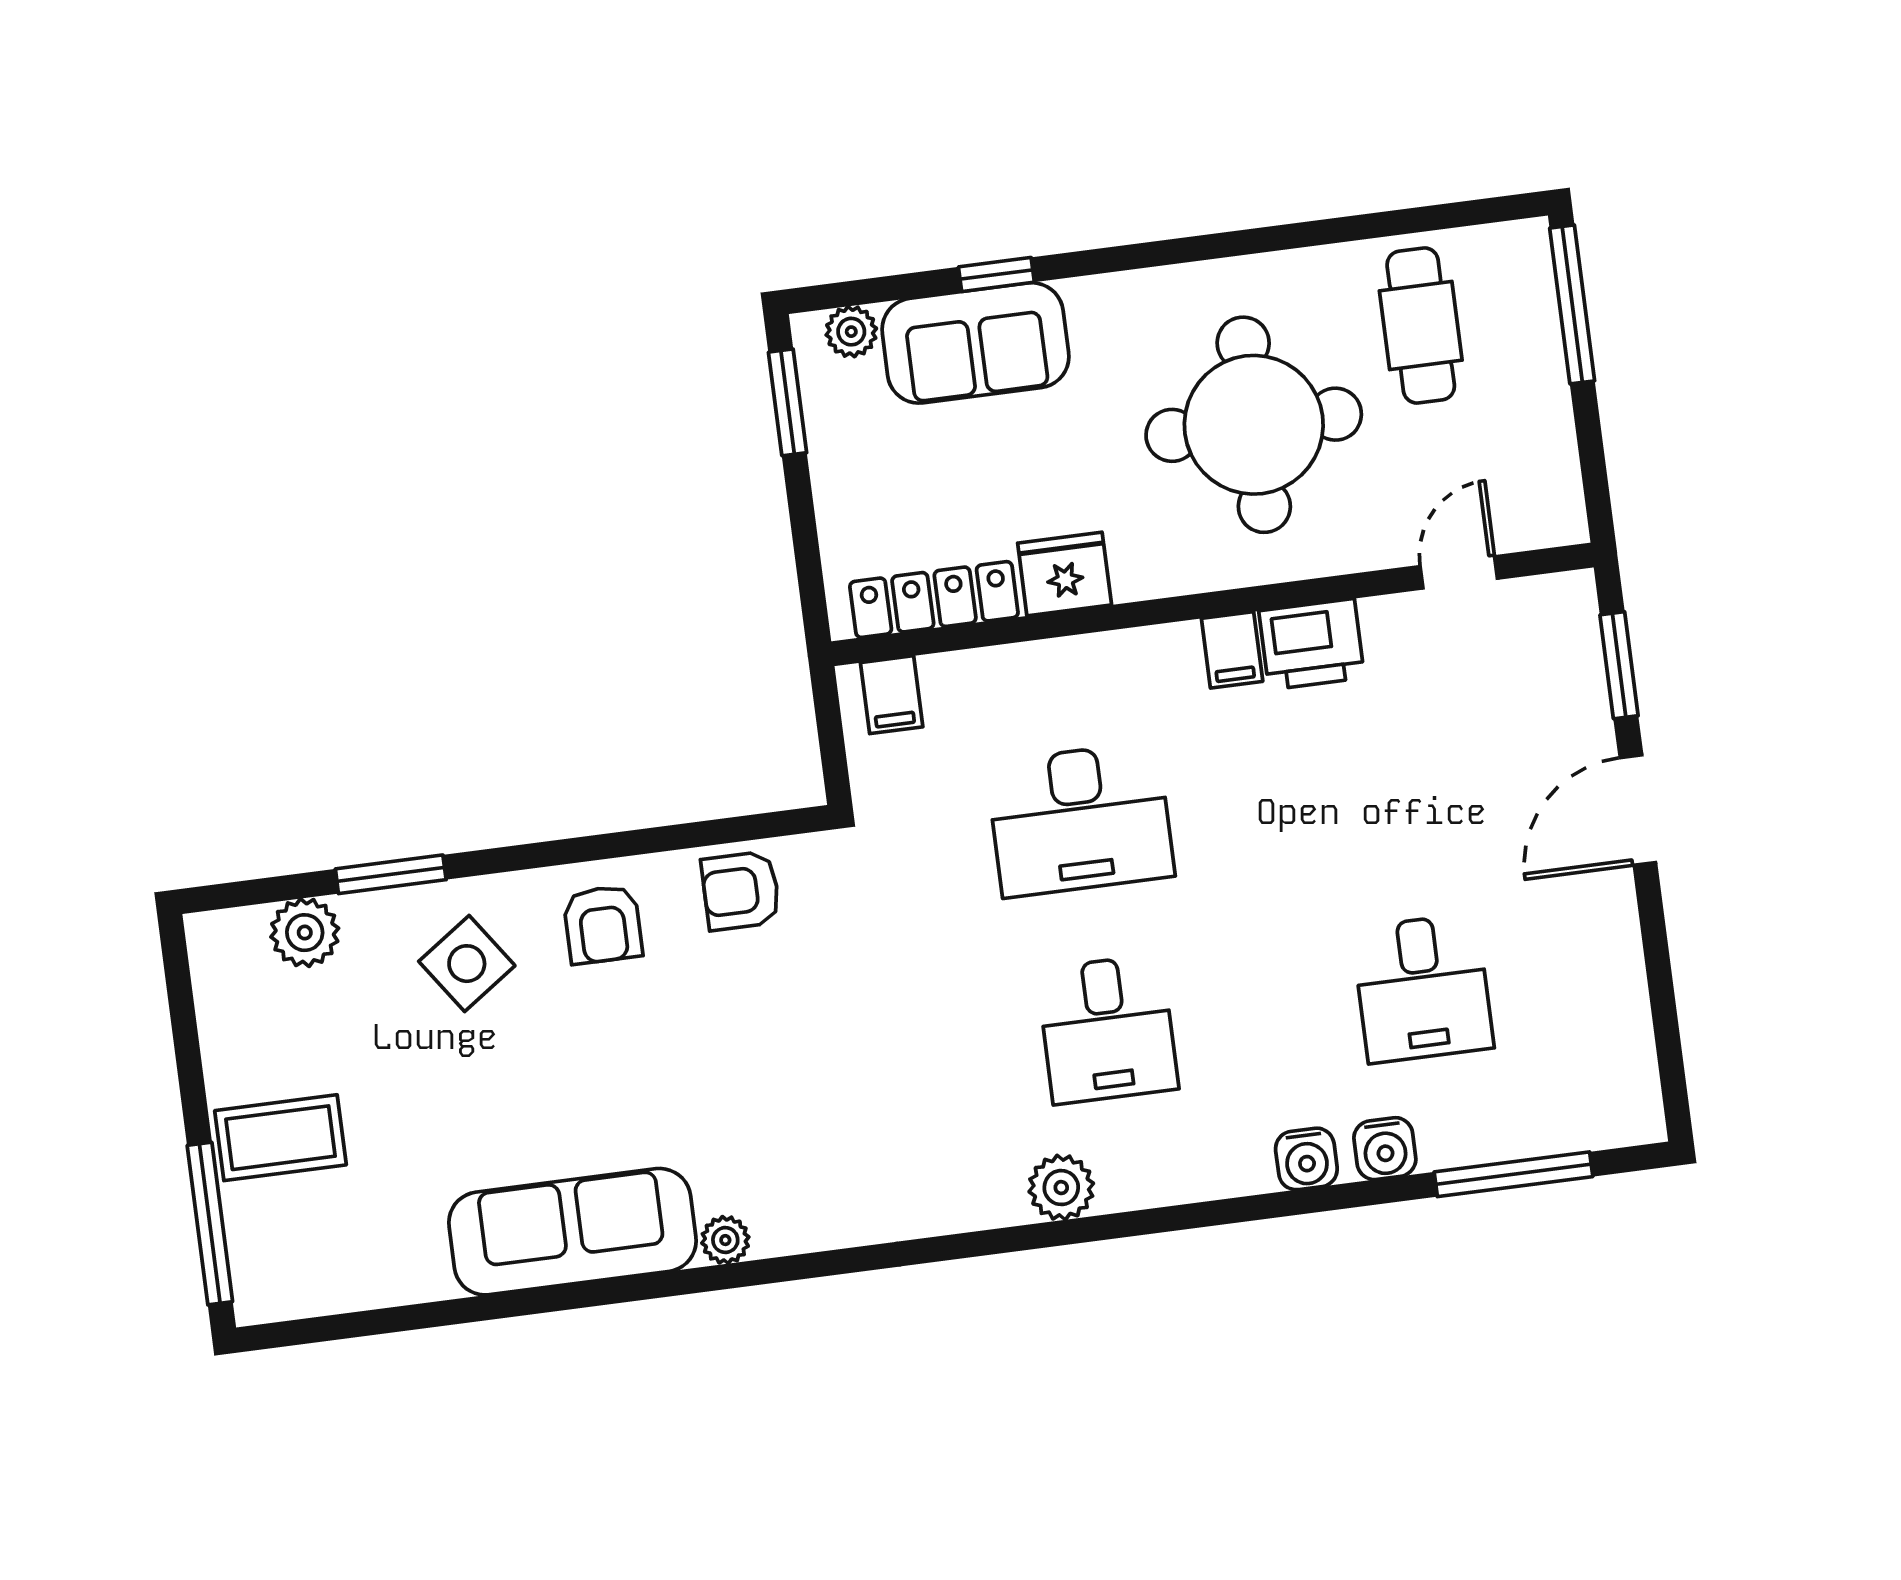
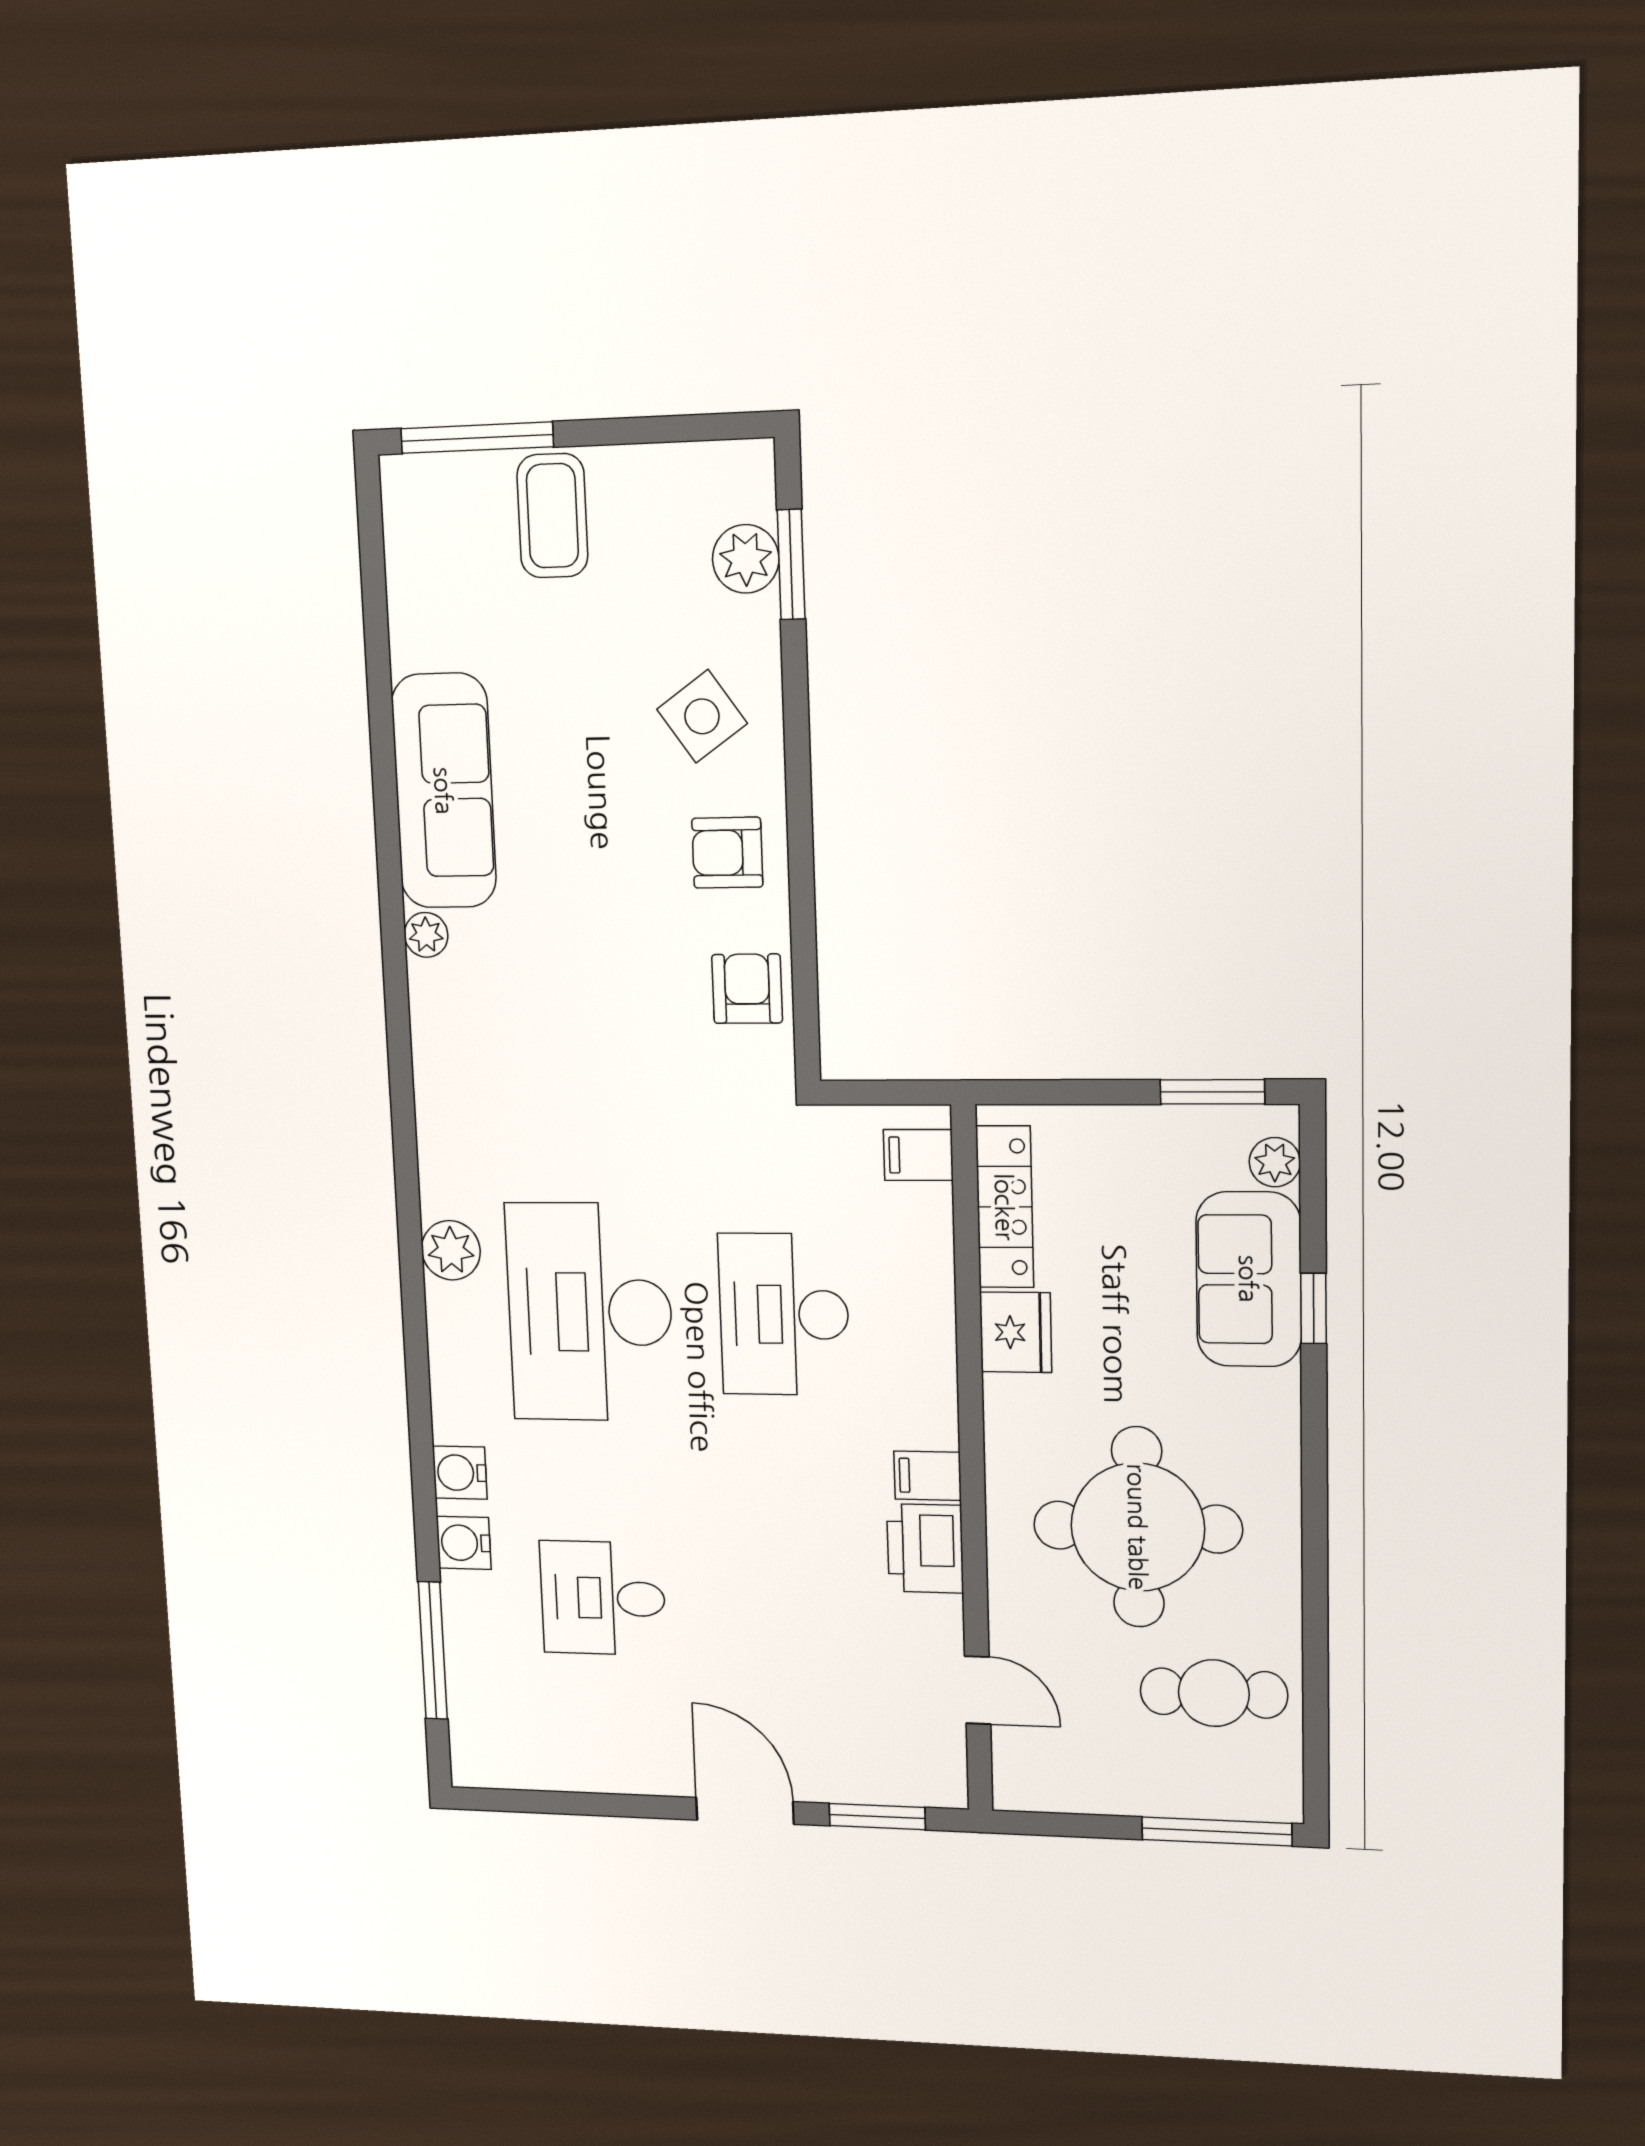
window: (391, 874) -> (791, 565), moved
desk: (1107, 1029) -> (590, 1312), width x1.87, depth x1.30

